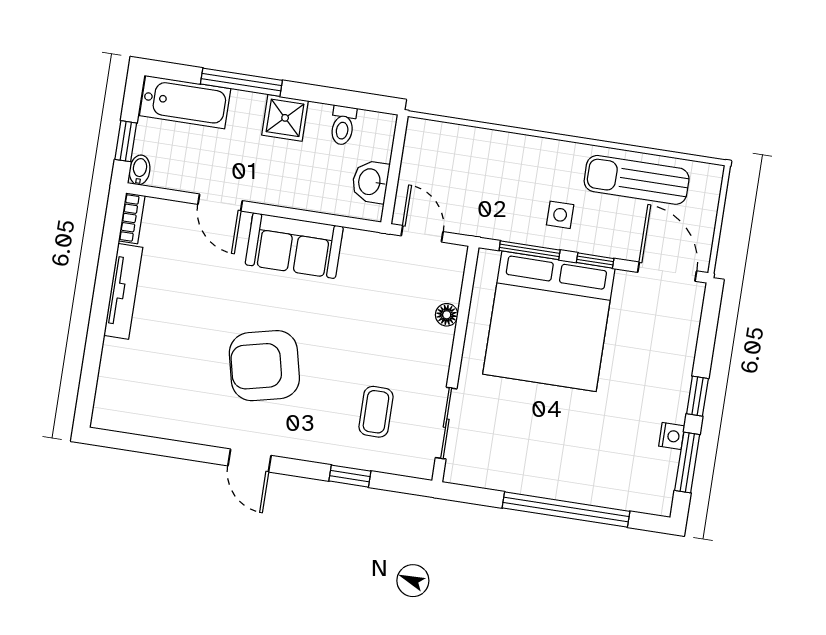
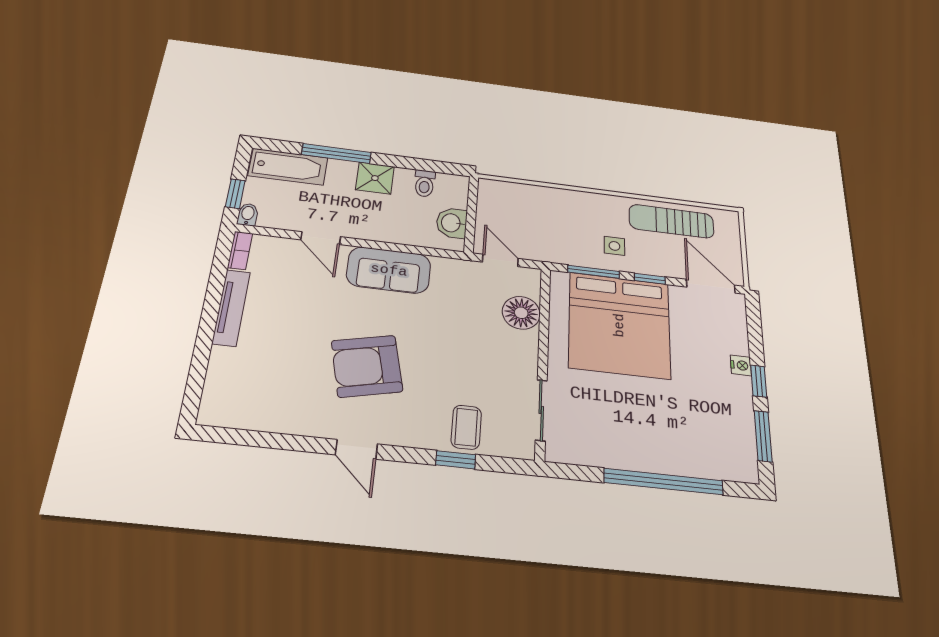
floor lamp: (447, 315) -> (521, 313), width x1.89, depth x1.89
coffee table: (376, 412) -> (466, 427), moved
nightstand: (672, 436) -> (741, 365), moved

